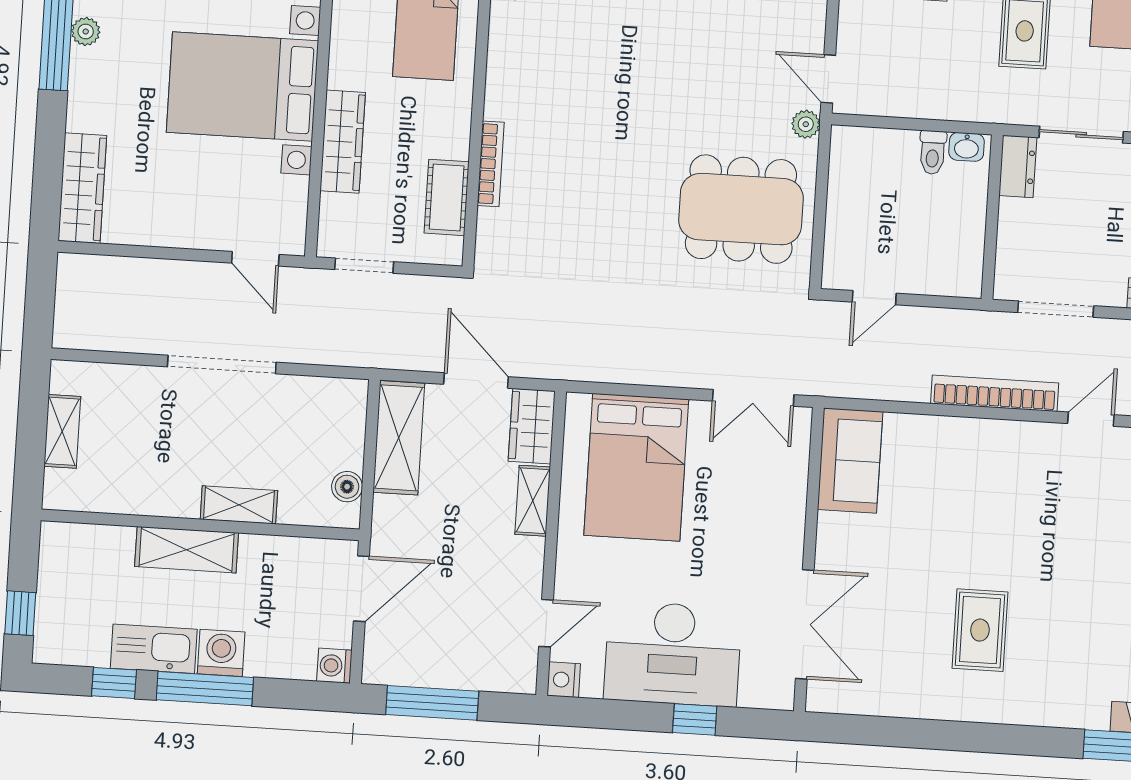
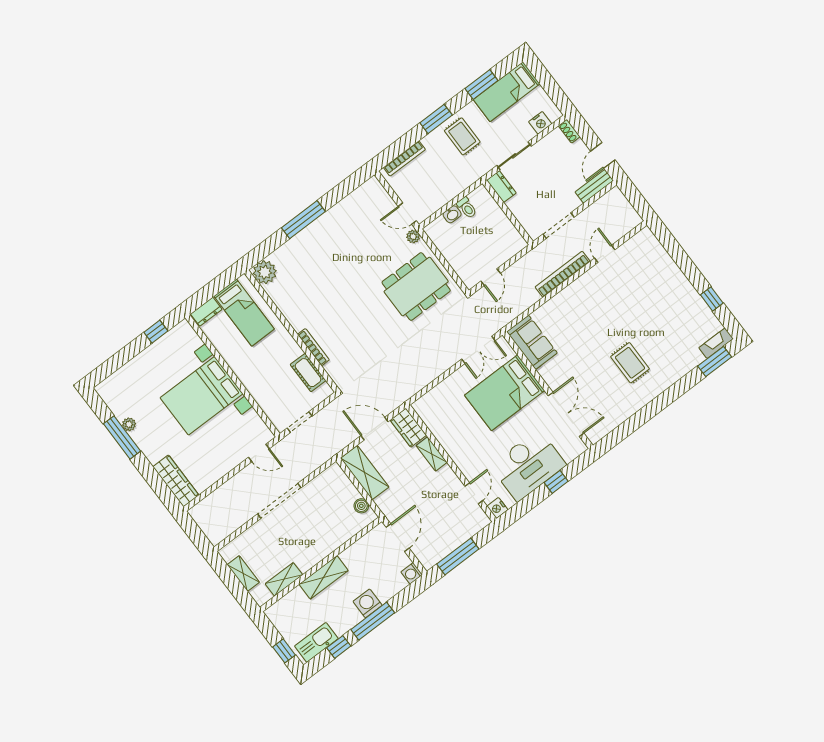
wardrobe: (343, 142) -> (254, 385), removed
washbasin: (967, 147) -> (452, 214), moved
bed: (636, 467) -> (505, 393), moved, turned 90
shelving: (239, 505) -> (284, 579), moved
kitchen sink: (154, 649) -> (316, 642), moved

